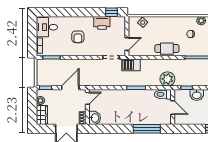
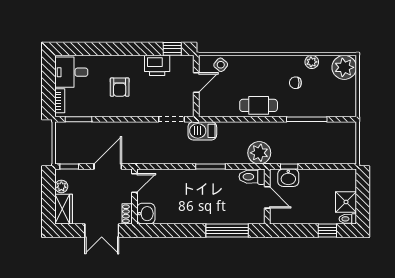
door: (127, 44) -> (196, 83), moved
washbasin: (197, 95) -> (288, 178), moved

